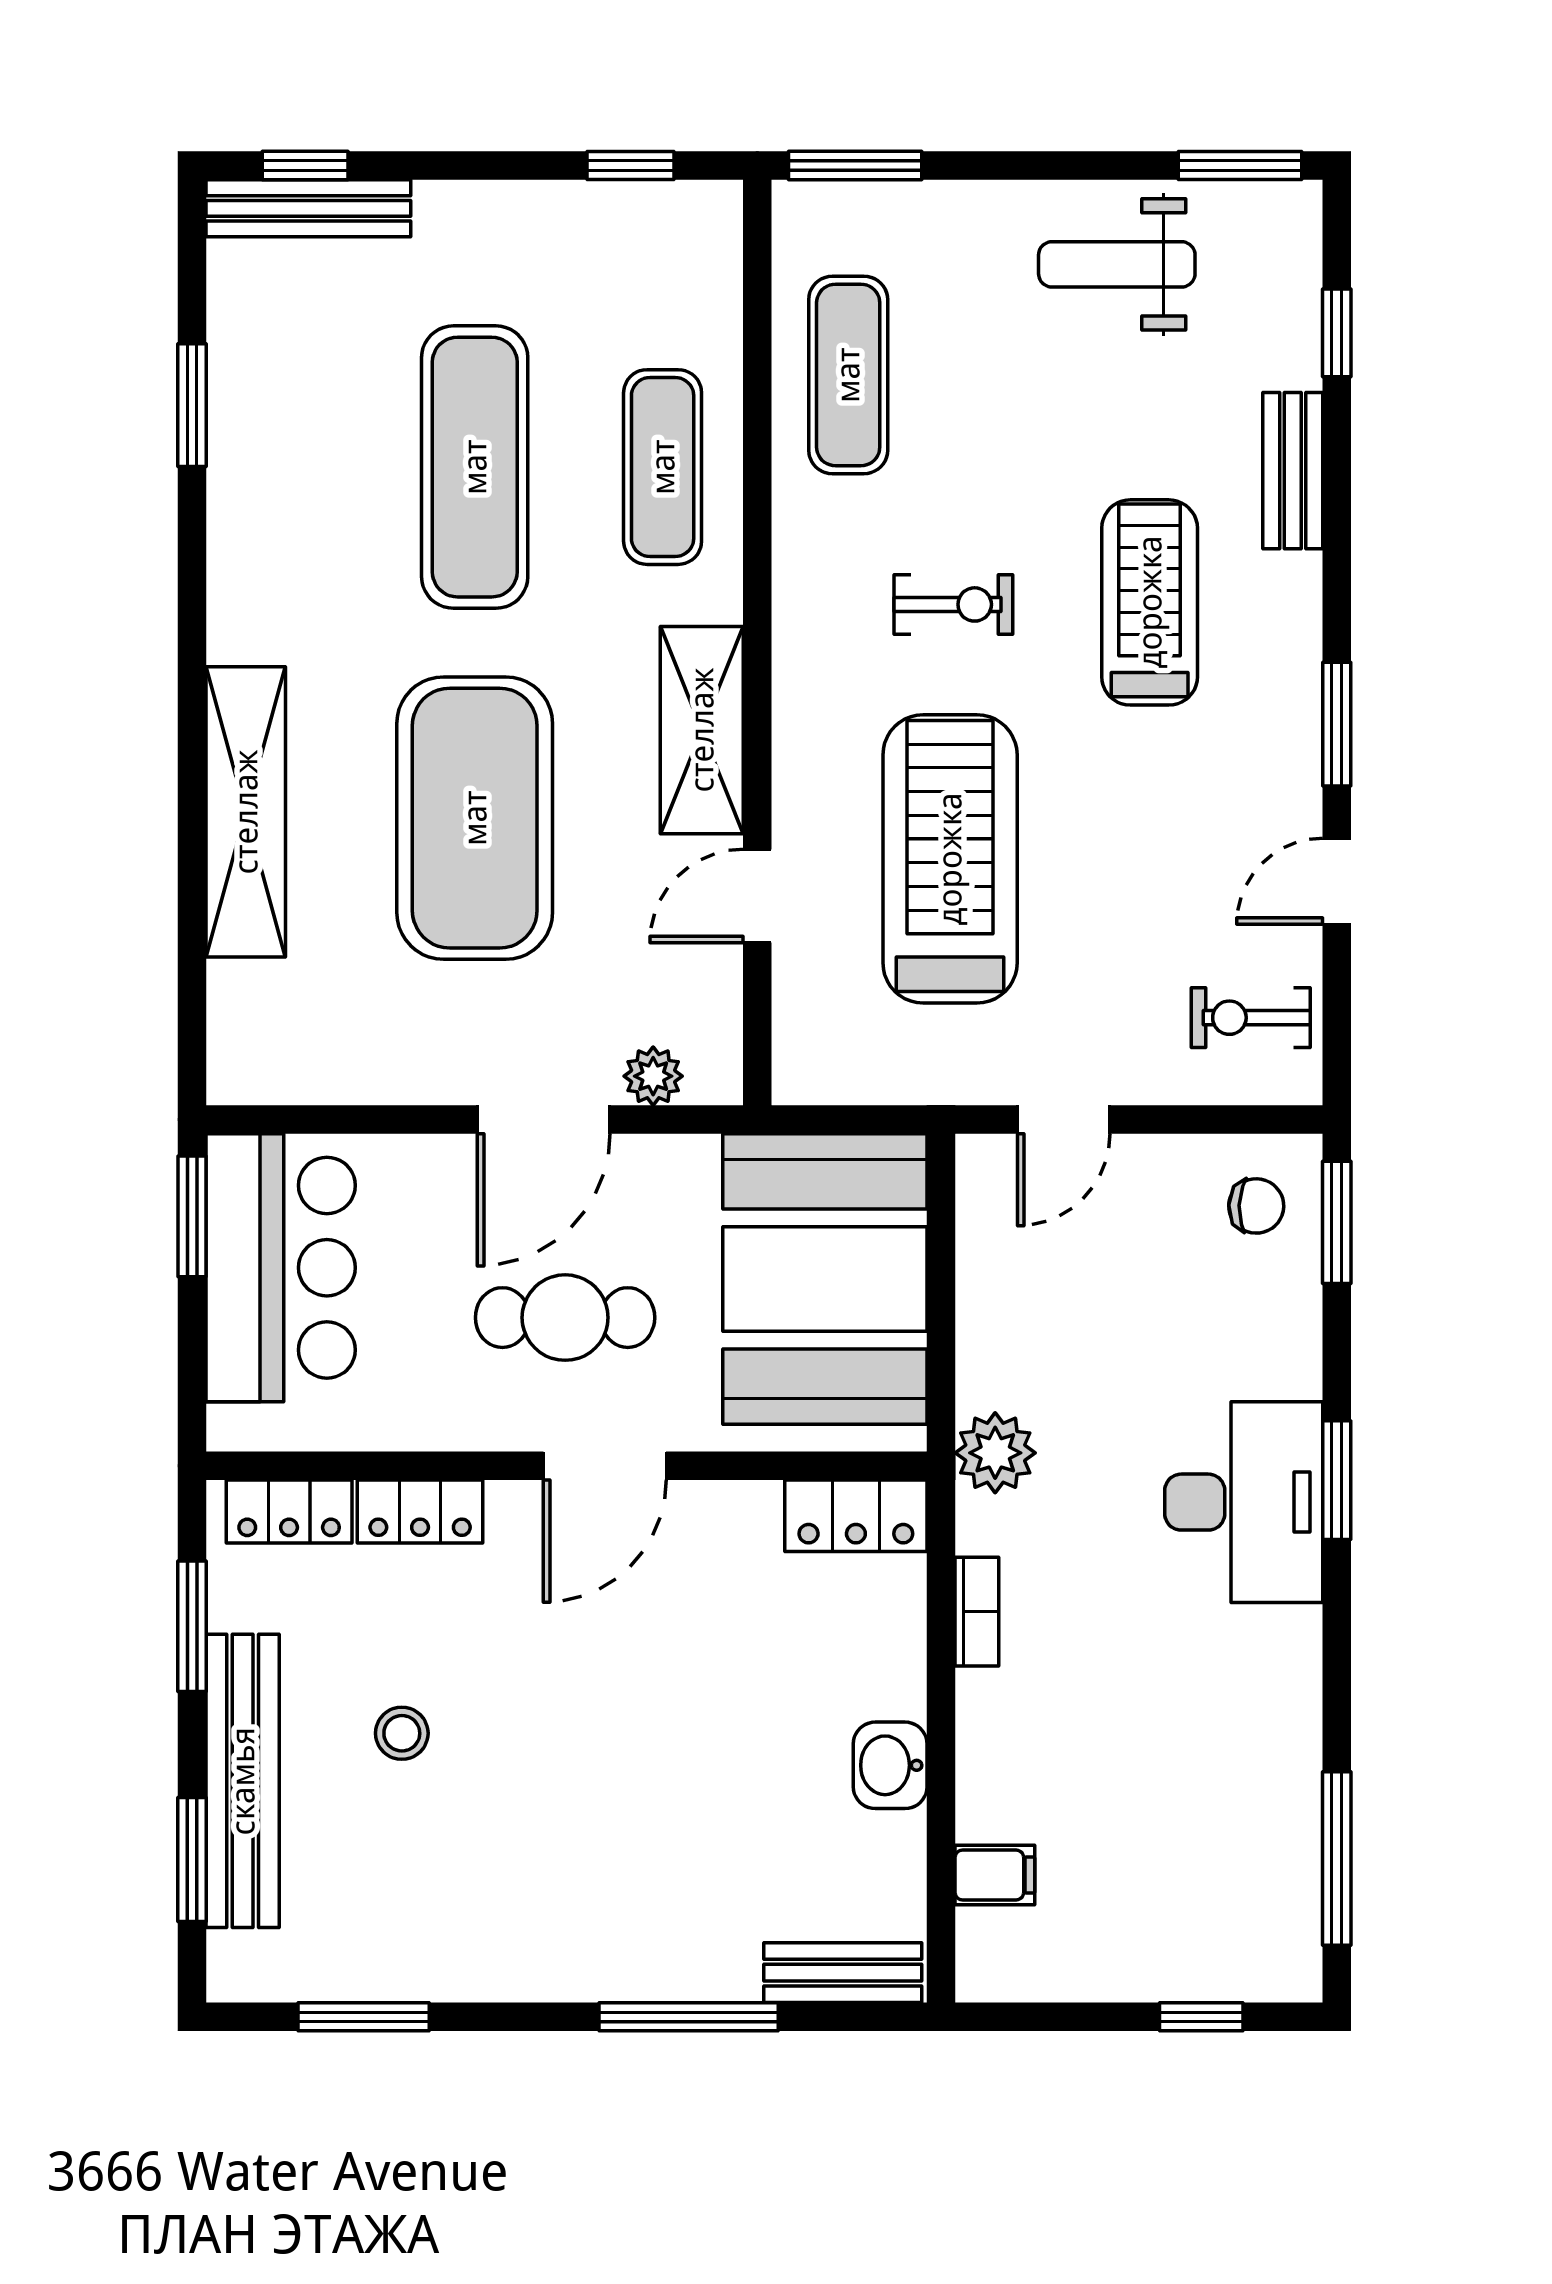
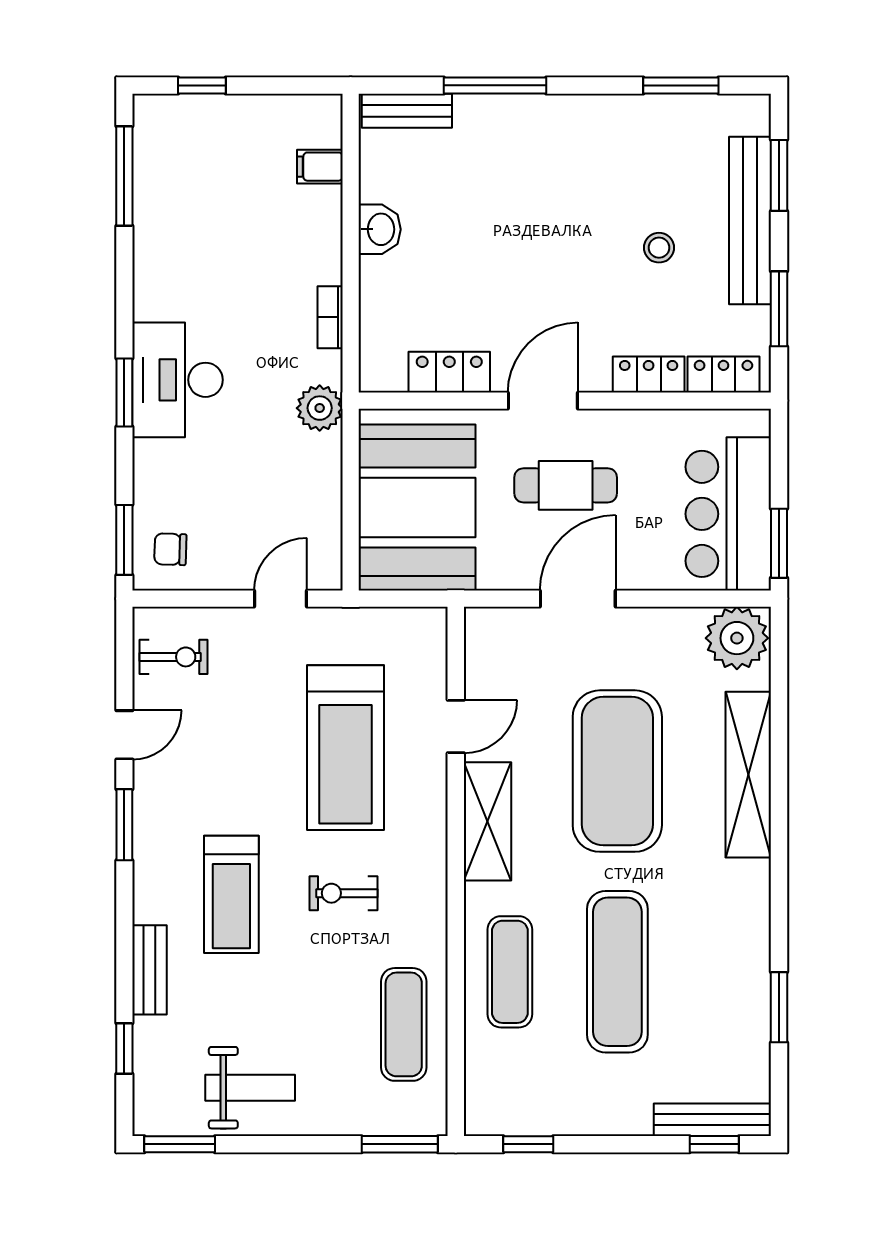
plant: (653, 1076) -> (737, 638), moved, width x1.87, depth x1.87
locker: (856, 1516) -> (449, 372), moved

